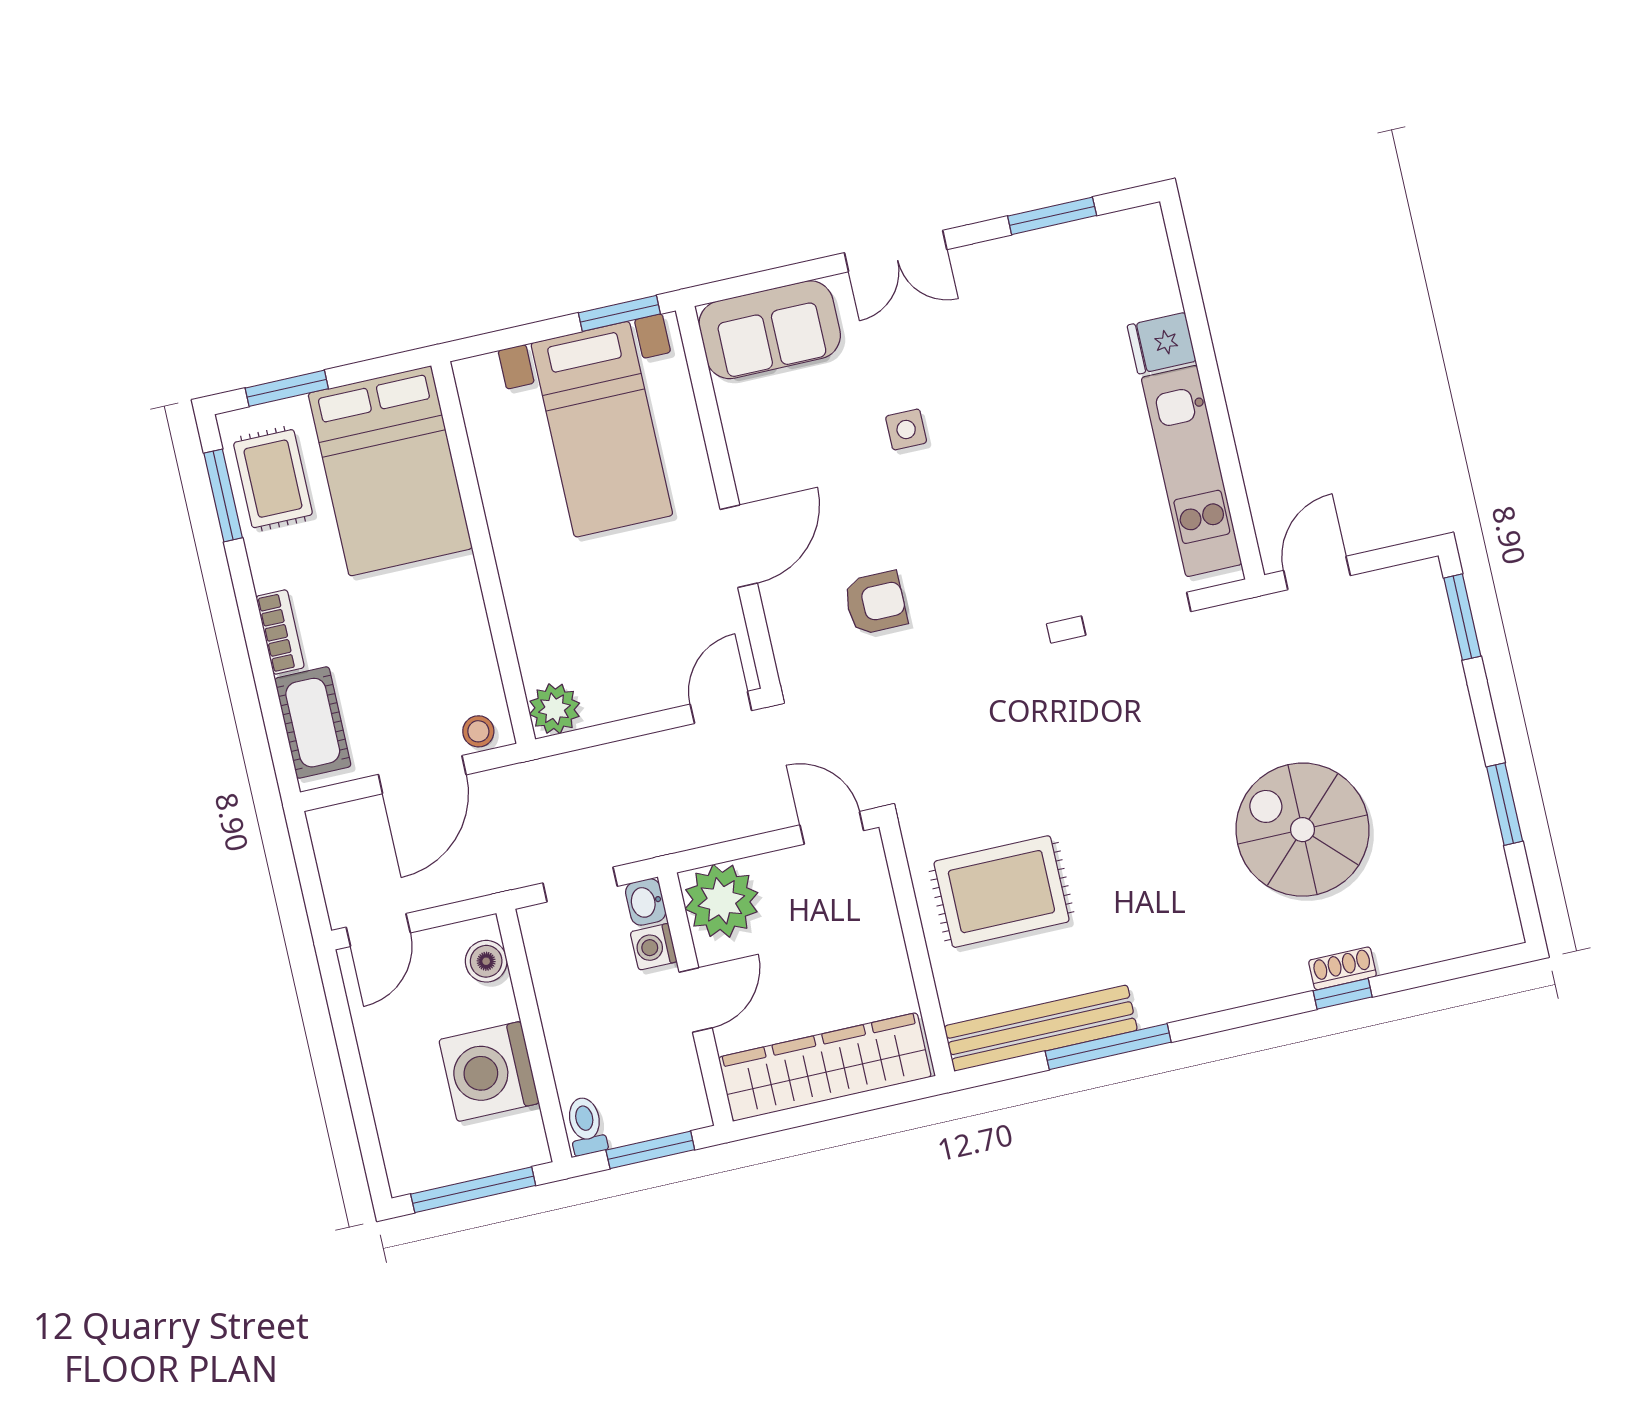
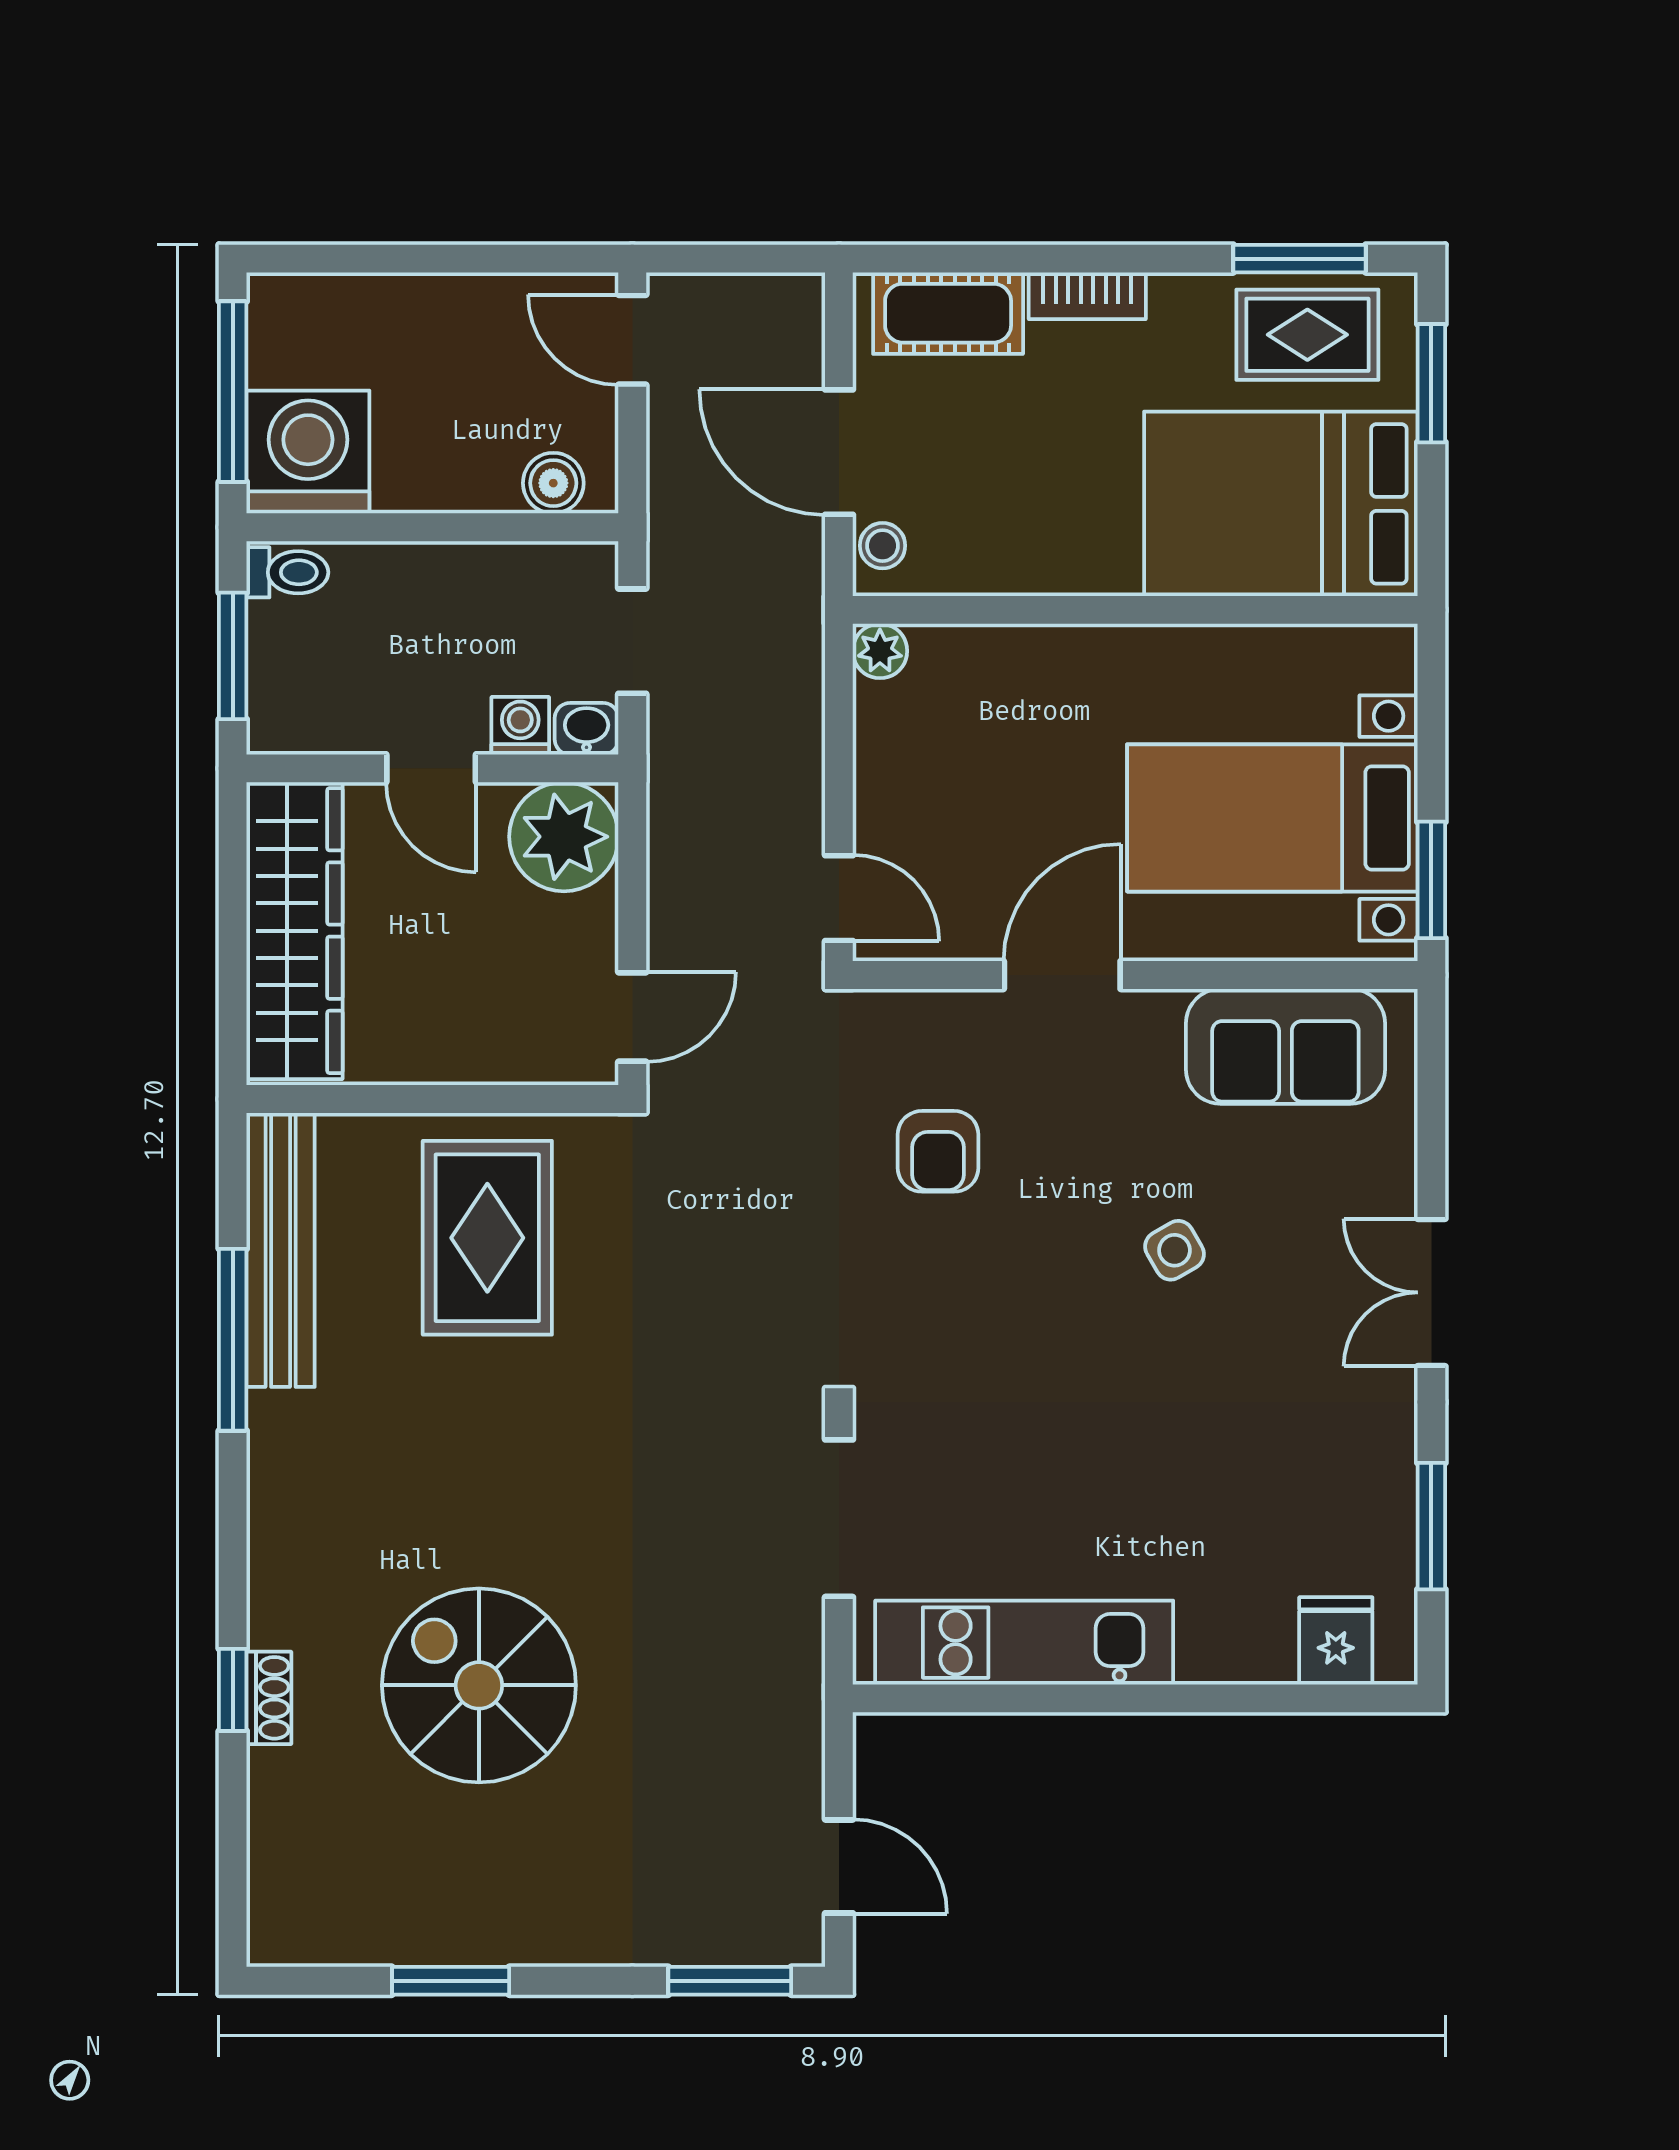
sofa: (770, 330) -> (1285, 1046), moved, turned -90
fridge: (1162, 343) -> (1336, 1641), moved
side table: (906, 429) -> (1174, 1250), turned -30
door: (739, 546) -> (1062, 975), swing flipped
door: (1317, 573) -> (839, 1866), moved
plant: (555, 709) -> (880, 651), width x0.73, depth x0.73
spiral stairs: (1302, 830) -> (479, 1685), turned -90
washing machine: (489, 1071) -> (308, 452), moved

